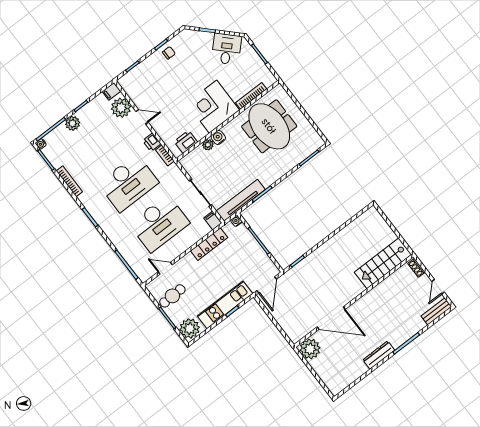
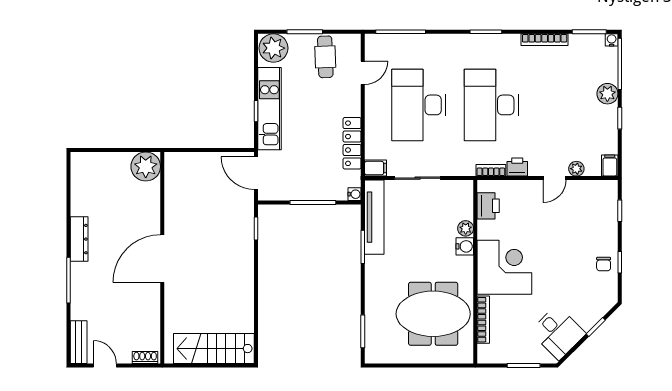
plant: (121, 108) -> (576, 169), width x0.53, depth x0.53
stairs: (383, 263) -> (214, 349), moved, turned -90
door: (331, 318) -> (162, 259), moved

